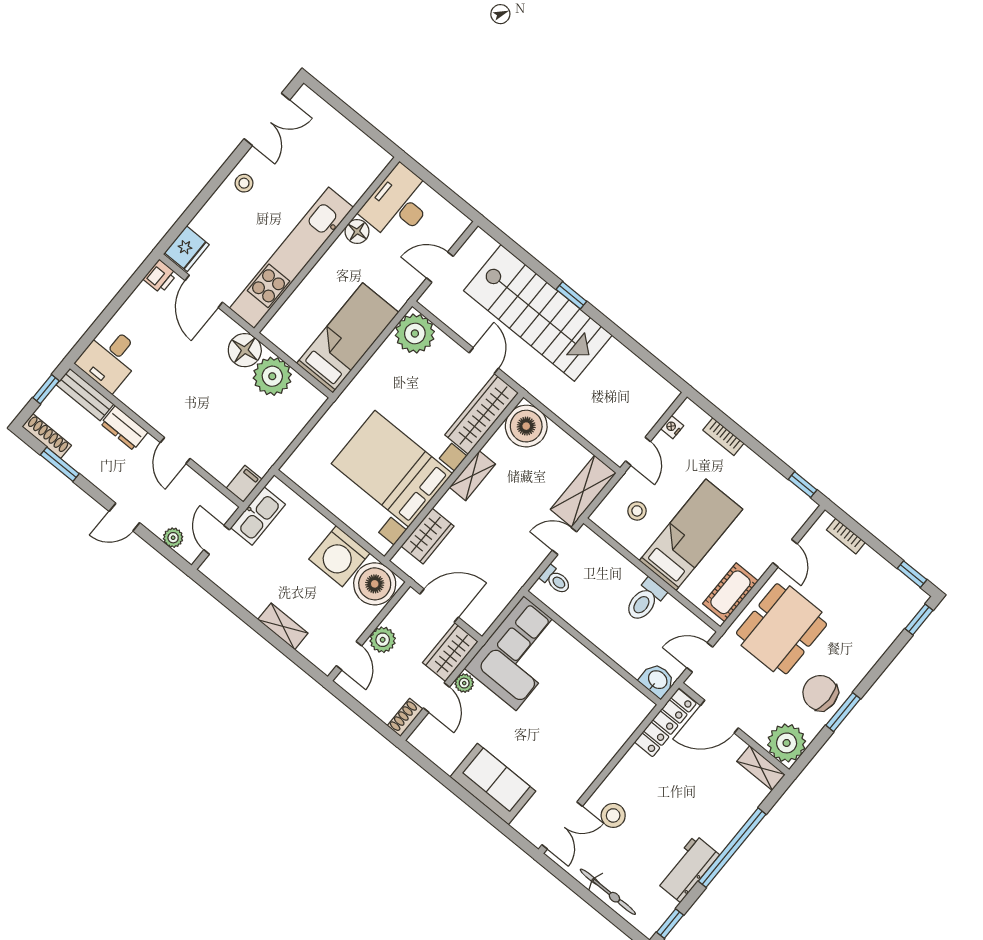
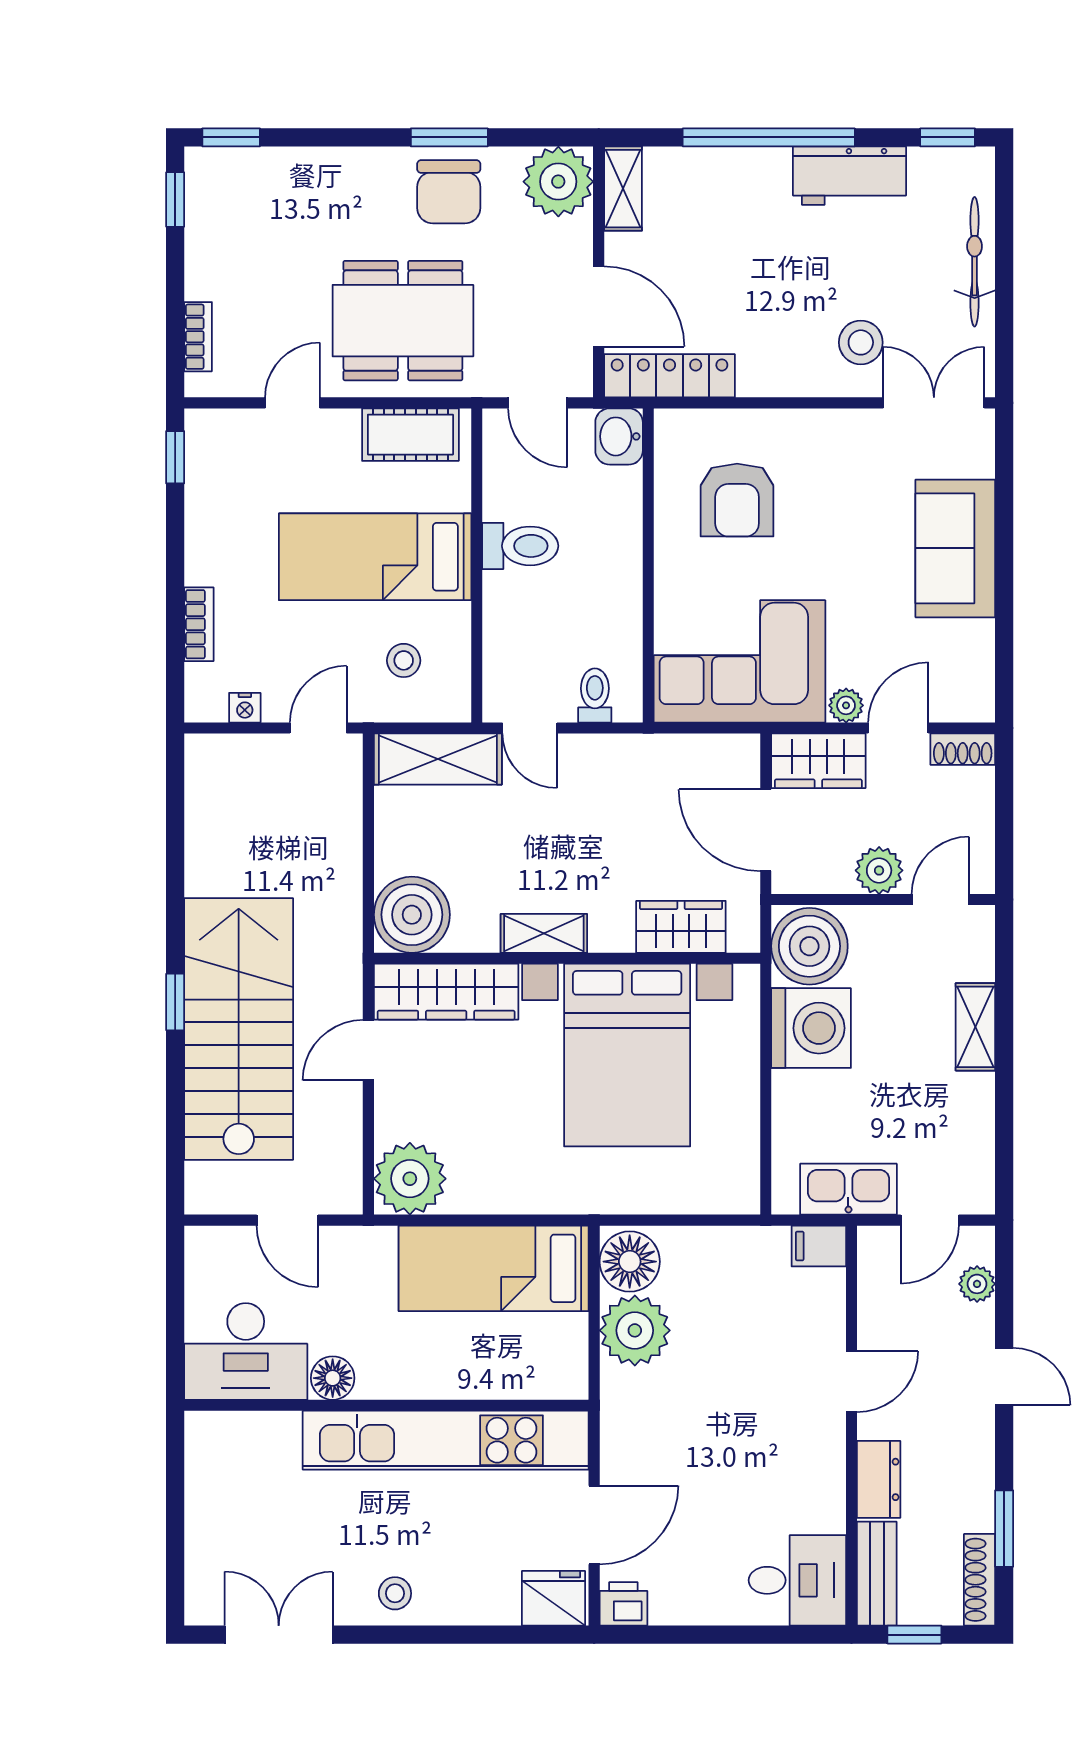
floor lamp: (245, 350) -> (630, 1262), moved
armchair: (589, 708) -> (737, 500), added

